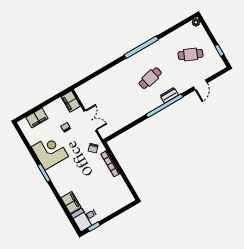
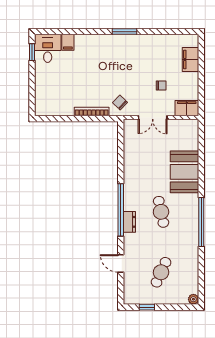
booth: (114, 78) -> (185, 172), added
corner desk: (50, 152) -> (144, 52), removed
filing cabinet: (71, 203) -> (68, 42), width x0.50

